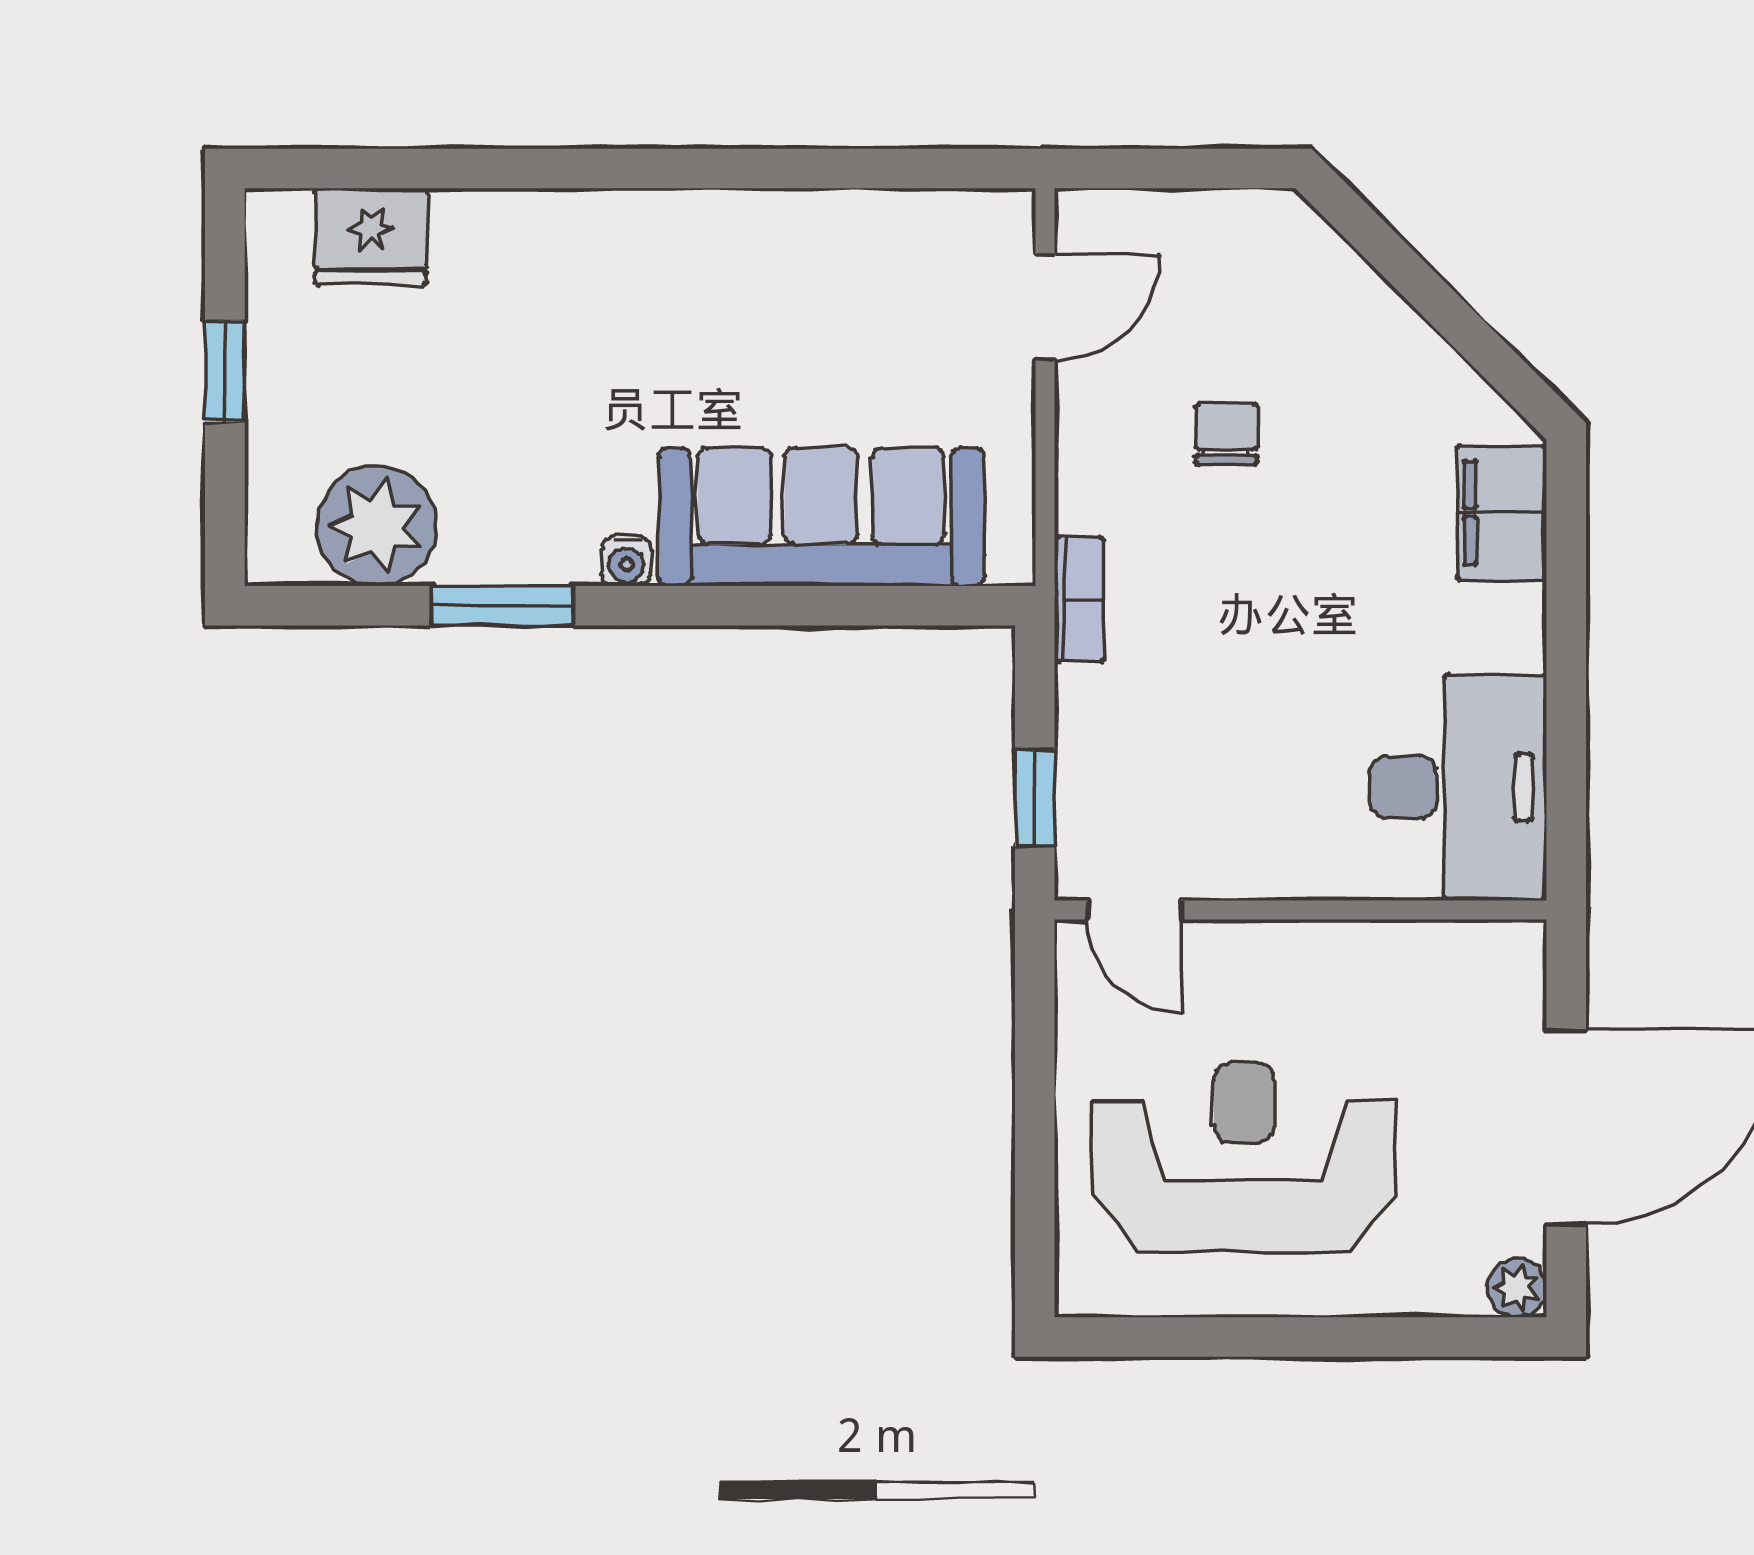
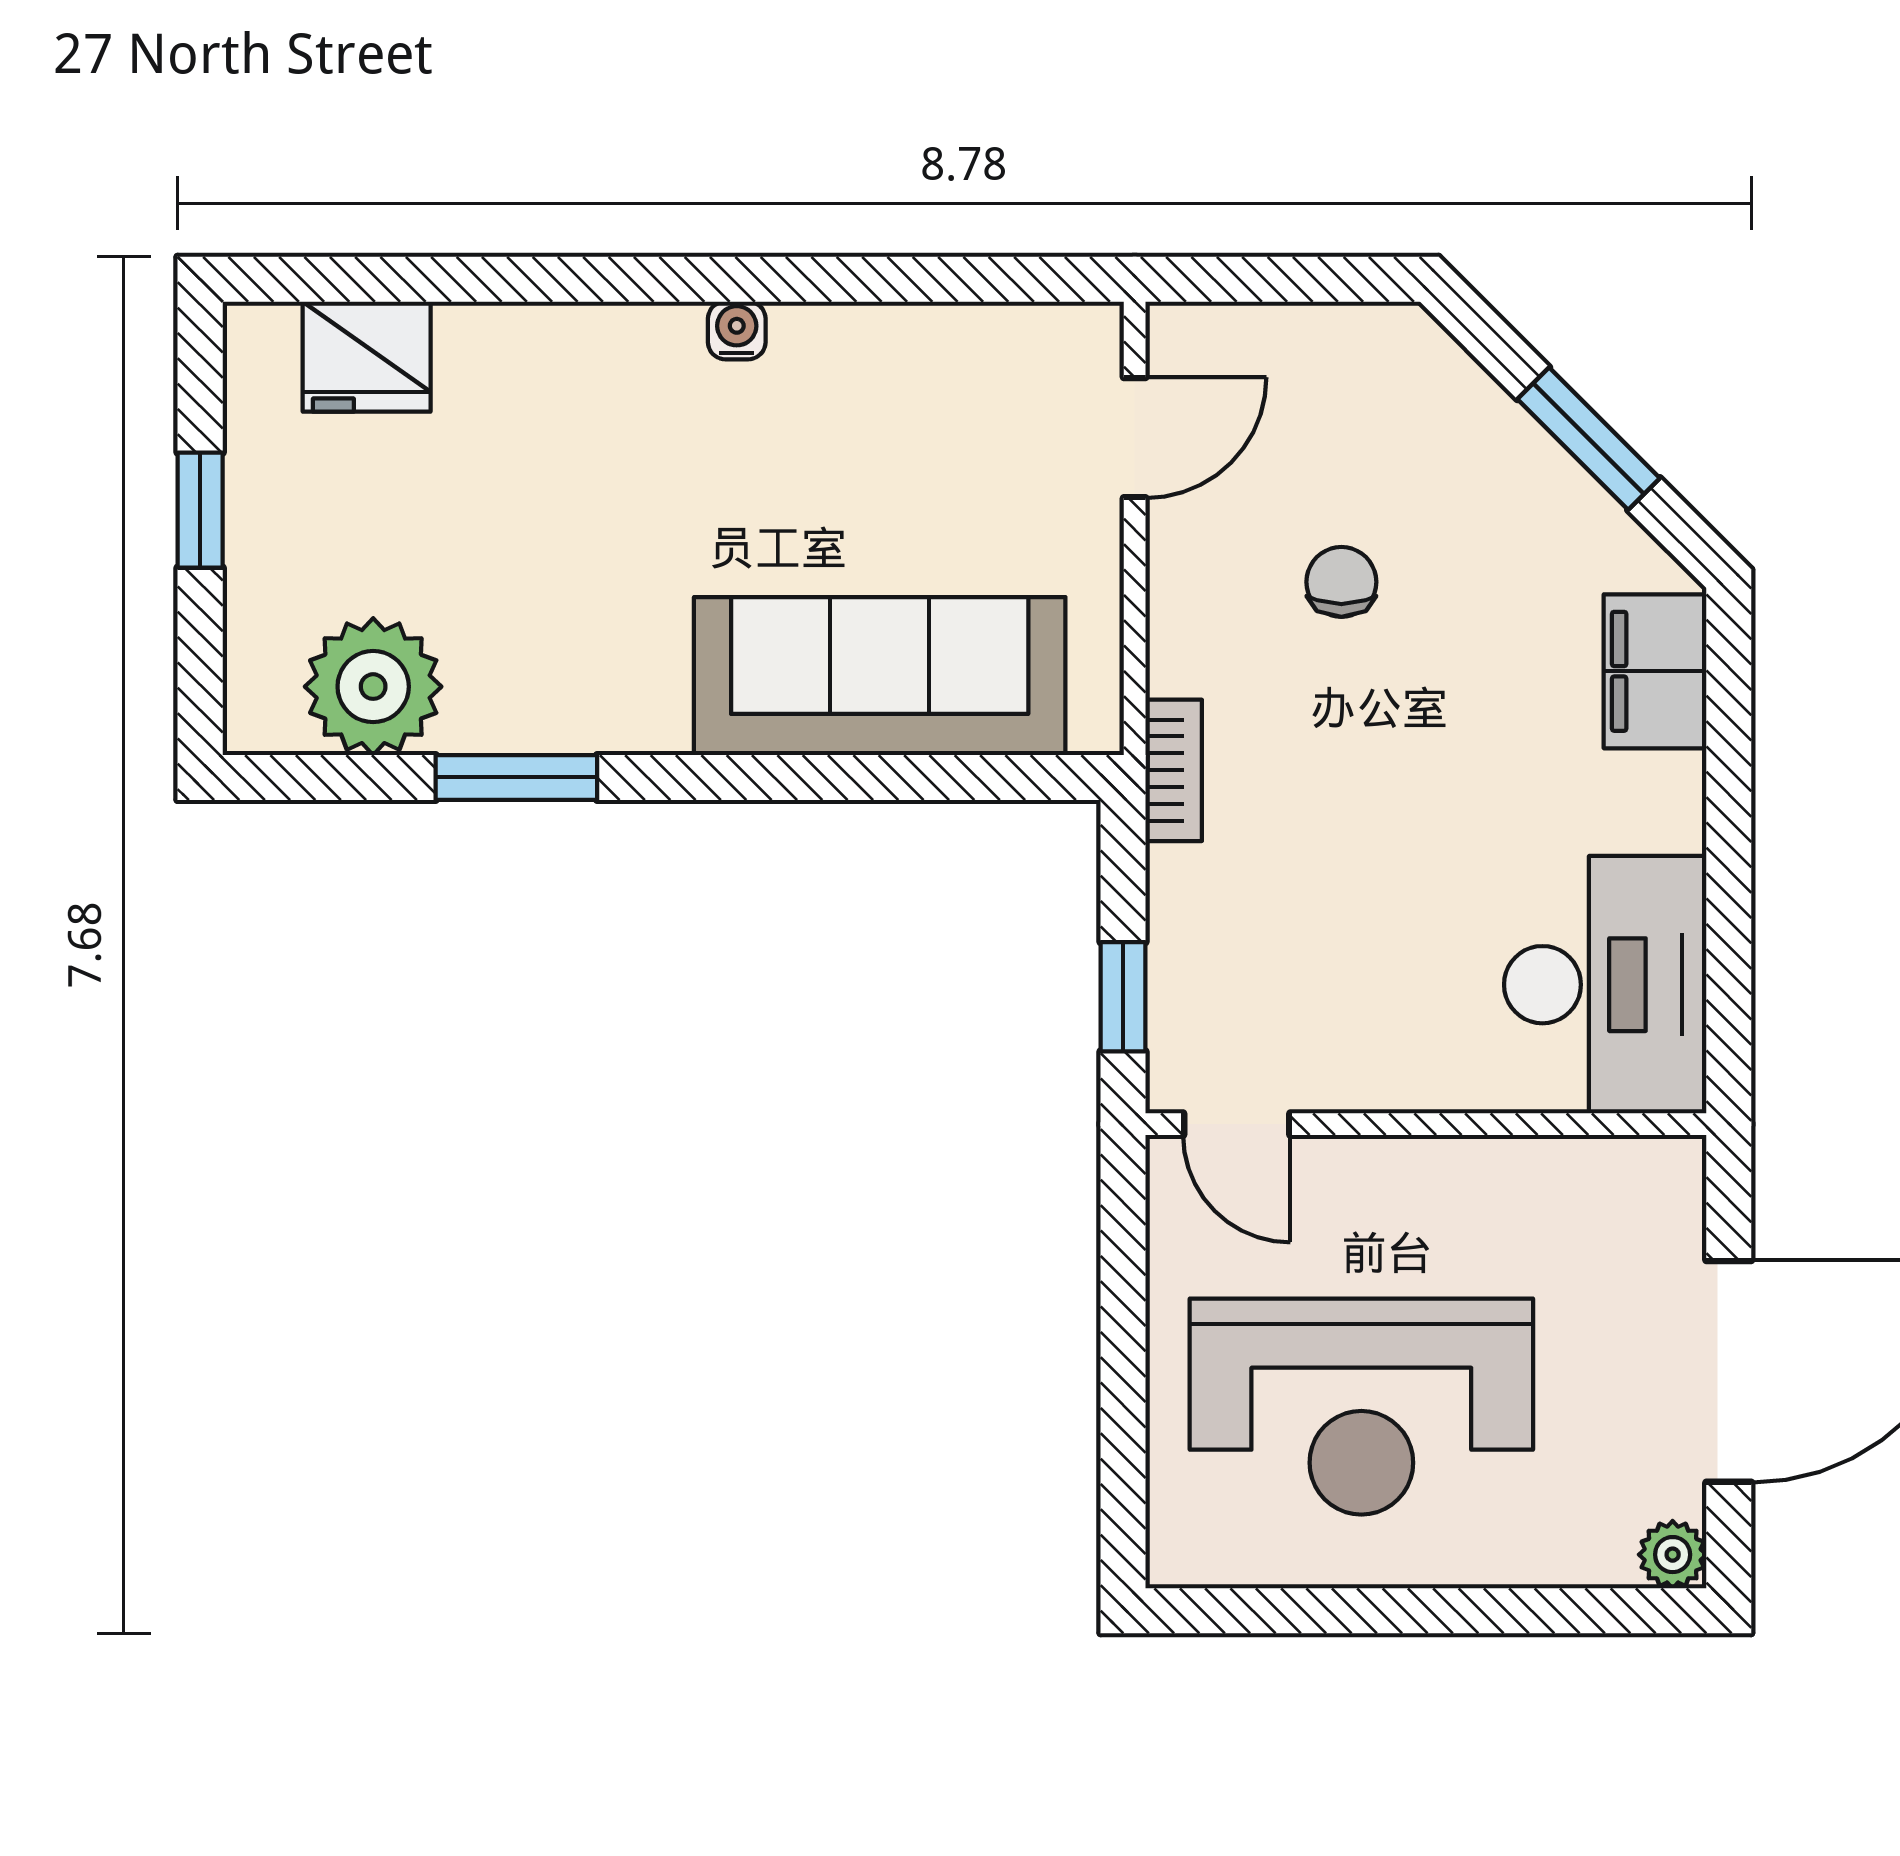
window: (1443, 308) -> (1589, 439), added
water cooler: (627, 561) -> (737, 330), moved, turned 180
reception desk: (1244, 1158) -> (1361, 1407), turned 180

